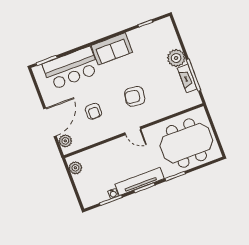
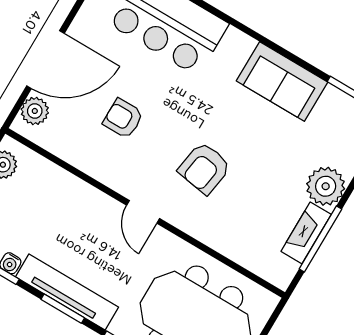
sofa: (112, 49) -> (282, 82), moved
armchair: (135, 96) -> (204, 168), turned -89
armchair: (93, 111) -> (123, 119), turned 90

